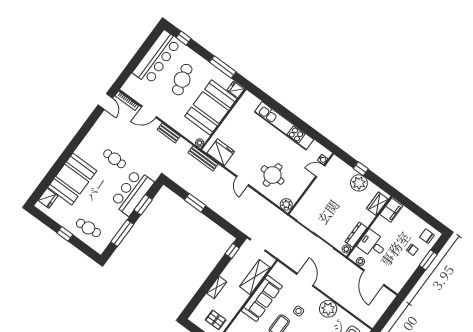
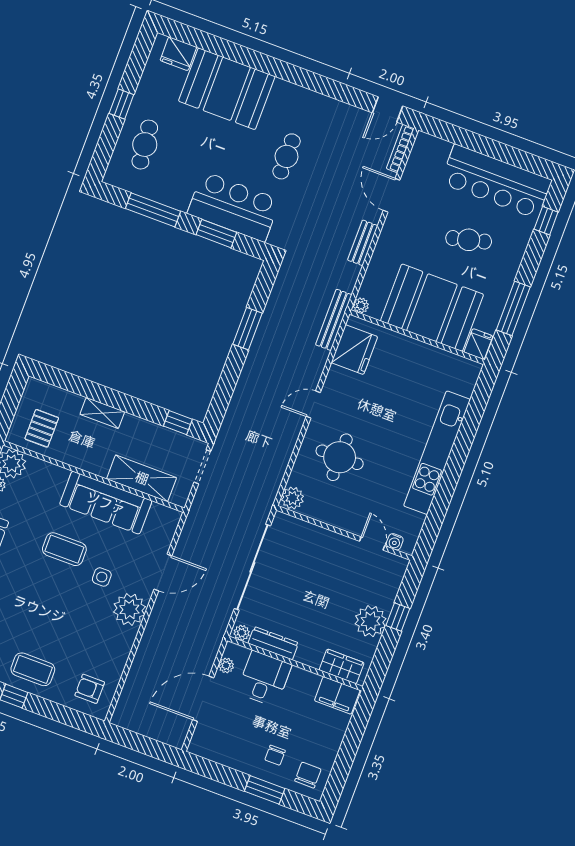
cafe table: (182, 80) -> (469, 240), width x0.73, depth x0.74
plant: (328, 309) -> (129, 609), moved

